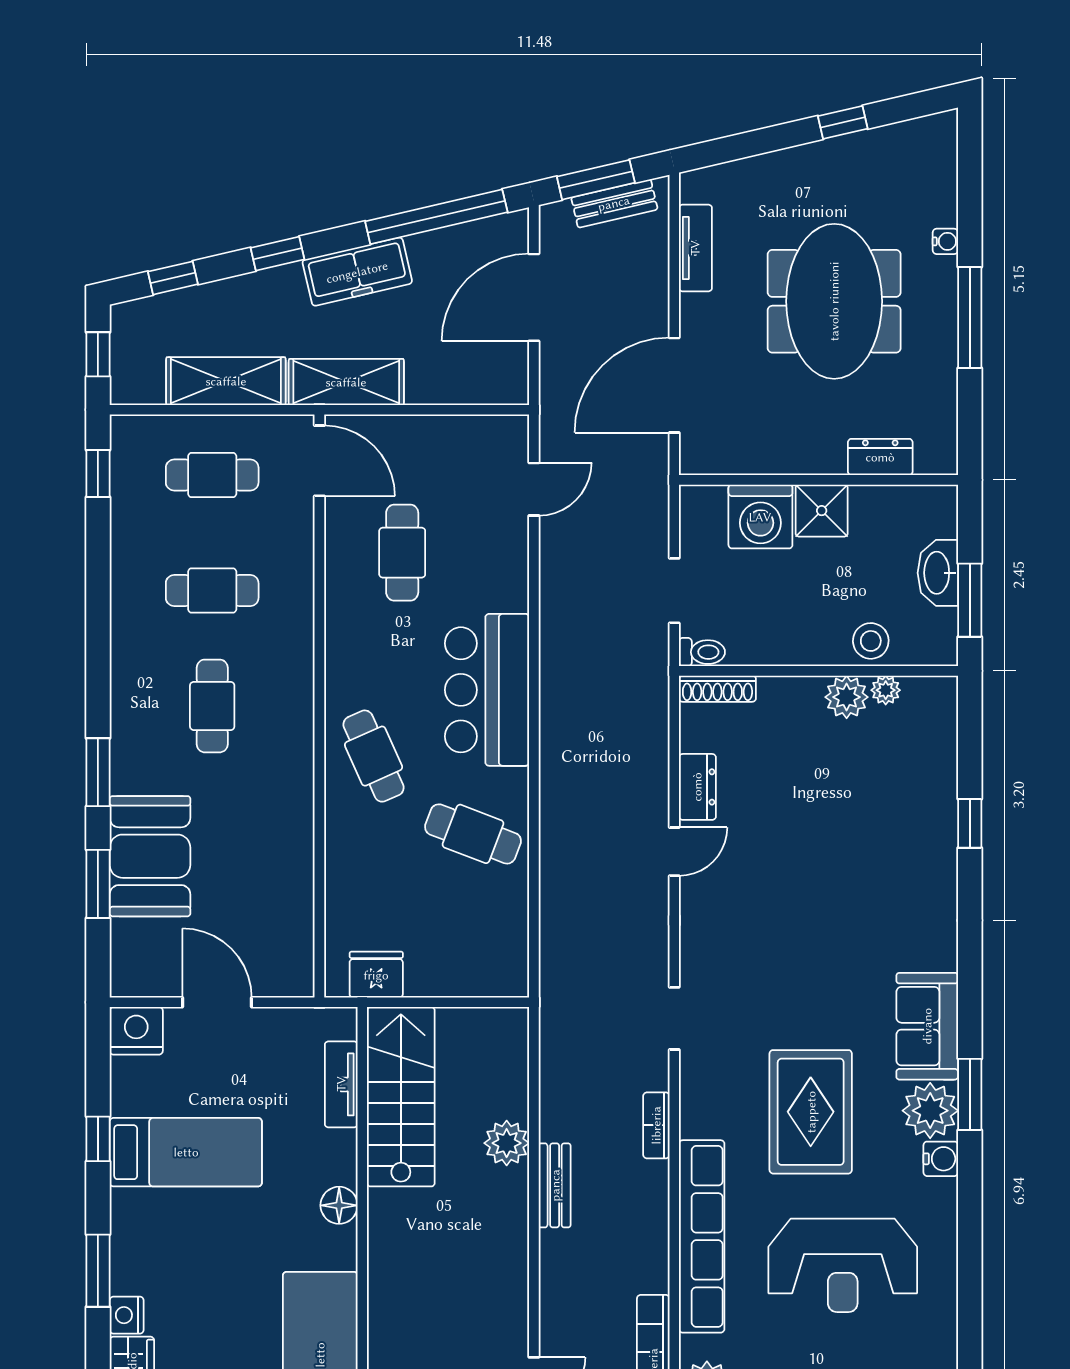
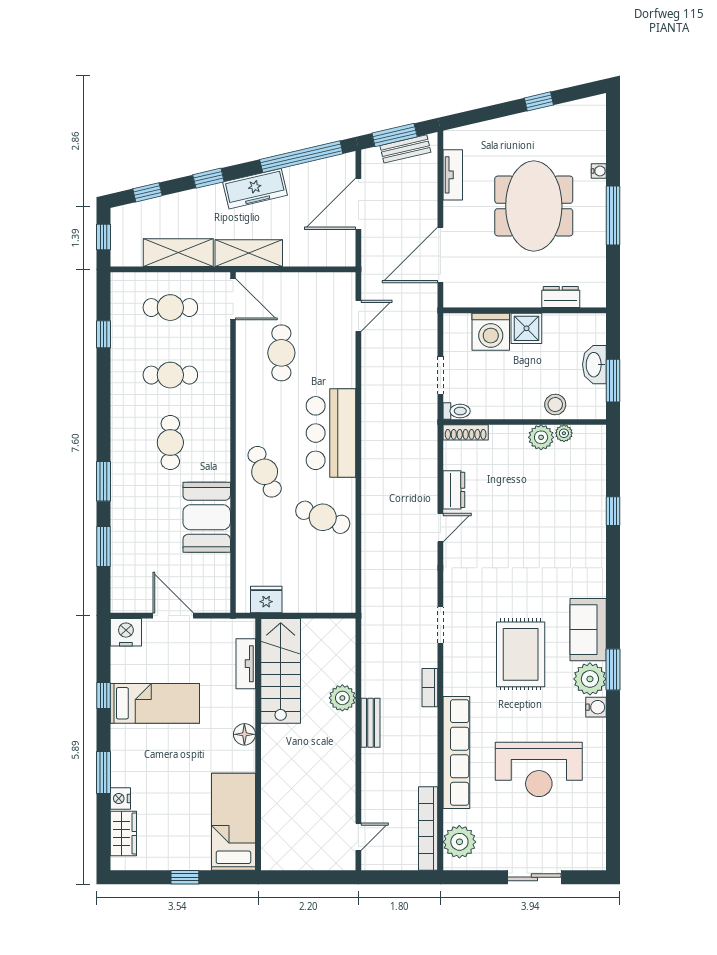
window: (98, 473) -> (104, 334), moved
booth: (150, 856) -> (207, 517), moved
rug: (811, 1112) -> (521, 654), moved

